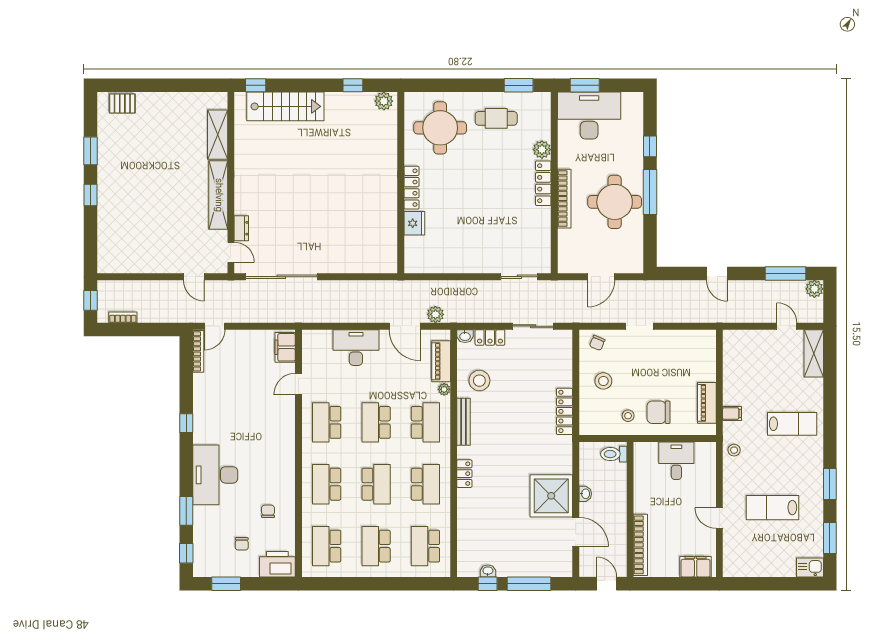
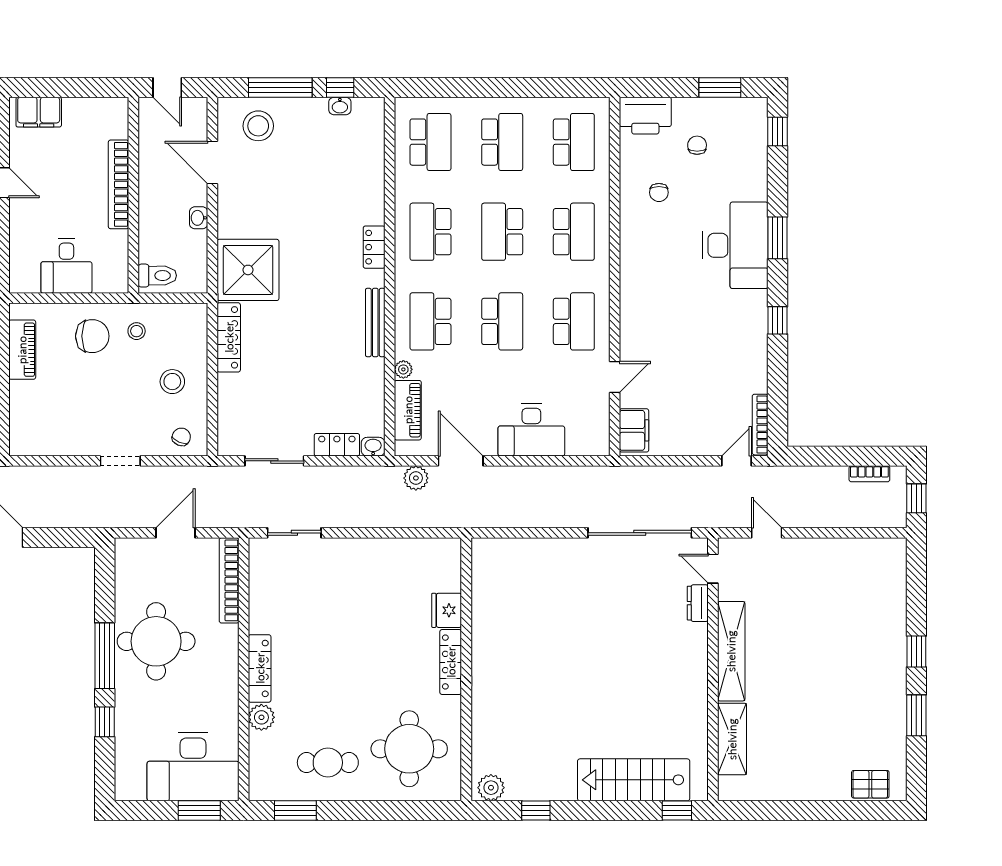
bookcase: (564, 199) -> (229, 580), moved
stool: (479, 381) -> (258, 126), moved
shower: (551, 496) -> (248, 270), moved
window: (186, 511) -> (778, 238), moved
bookcase: (640, 545) -> (119, 184), moved

